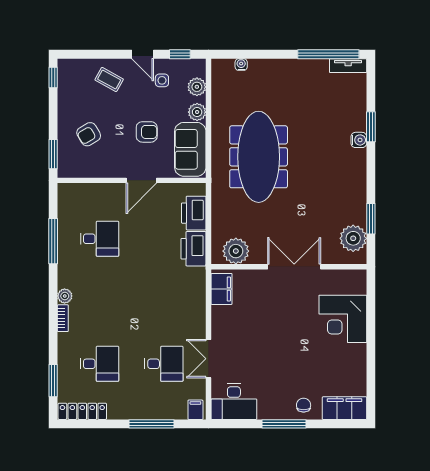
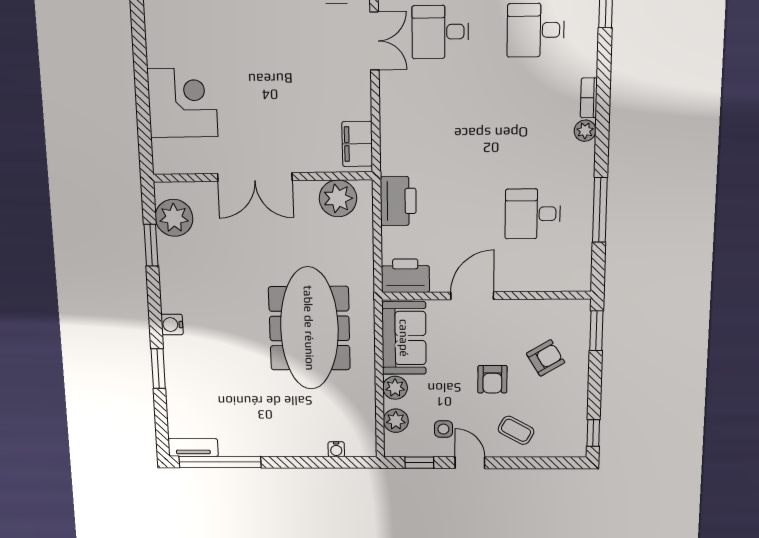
armchair: (147, 132) -> (492, 379), moved, turned -90
water cooler: (359, 140) -> (172, 325), moved
printer: (194, 213) -> (405, 276), moved, turned -90

